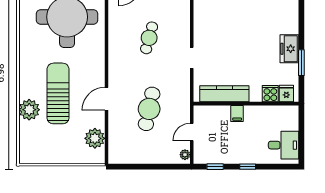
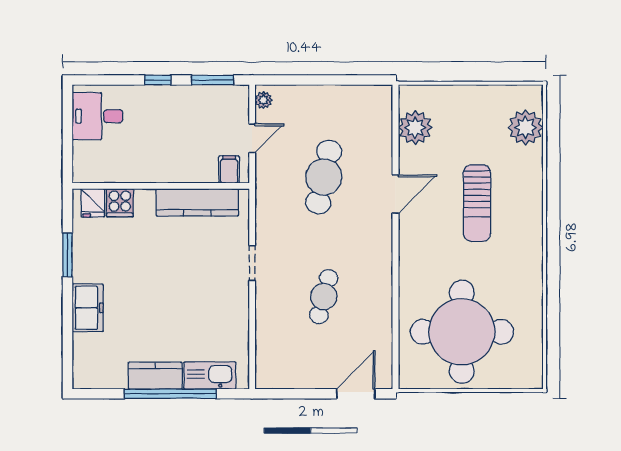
freezer: (289, 49) -> (88, 308), moved
sun lounger: (58, 93) -> (477, 203), width x0.73, depth x0.75
plant: (29, 110) -> (525, 127), moved
filing cabinet: (237, 113) -> (229, 169), moved
window: (215, 167) -> (213, 80), width x1.50

